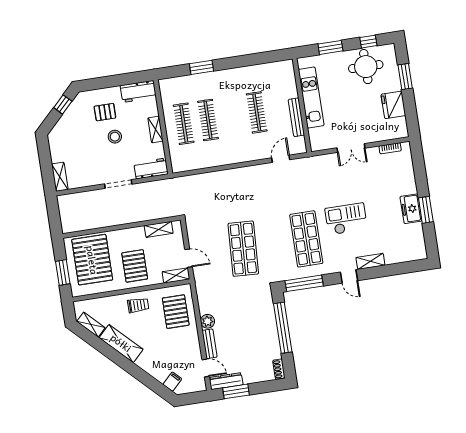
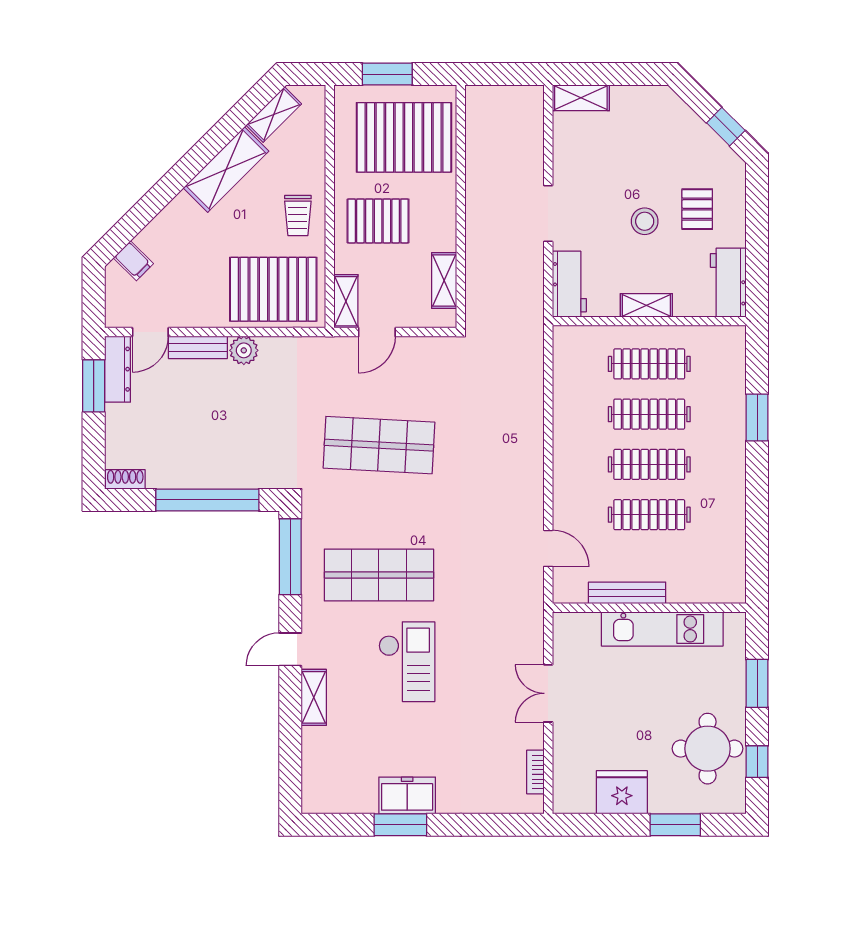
clothes rail: (232, 116) -> (649, 464), added
pallet: (176, 312) -> (273, 289), width x1.37, depth x1.41

